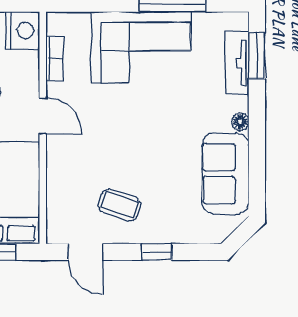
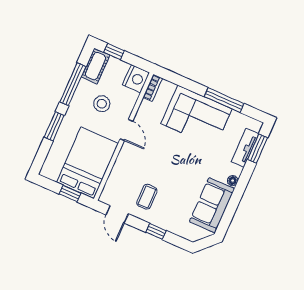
bookcase: (55, 59) -> (153, 88), moved
coffee table: (119, 205) -> (147, 197), turned 72

